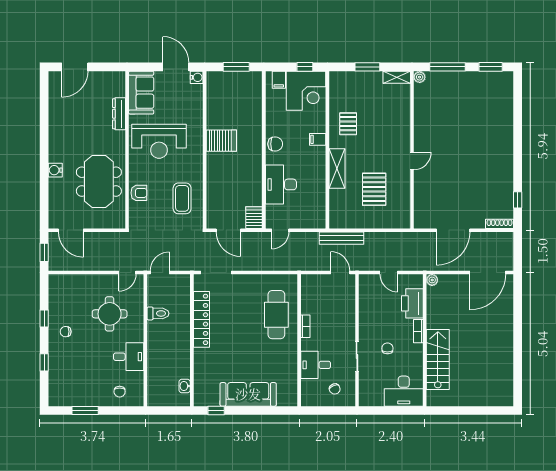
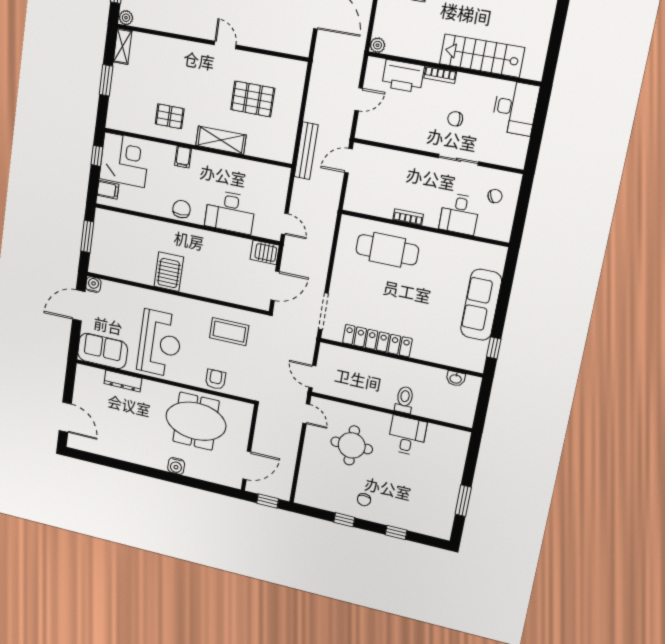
toilet: (158, 313) -> (404, 400), moved
chair: (120, 392) -> (448, 456), removed

